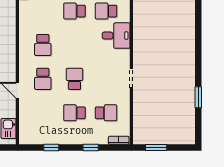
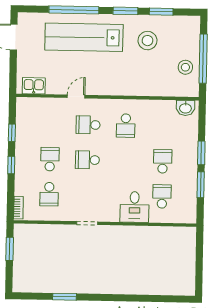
school desk: (43, 45) -> (126, 126), turned -90
school desk: (74, 79) -> (87, 160), turned 180
window: (91, 147) -> (11, 165), moved

